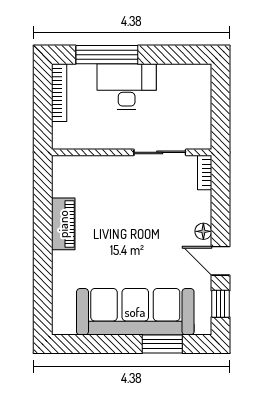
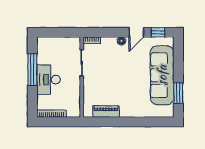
window: (107, 55) -> (32, 70), moved
piano: (63, 224) -> (106, 112), moved
window: (162, 344) -> (178, 93), moved

